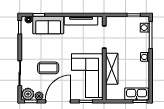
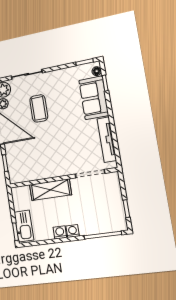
washing machine: (145, 28) -> (60, 232), moved
corner sofa: (87, 76) -> (37, 160), removed

